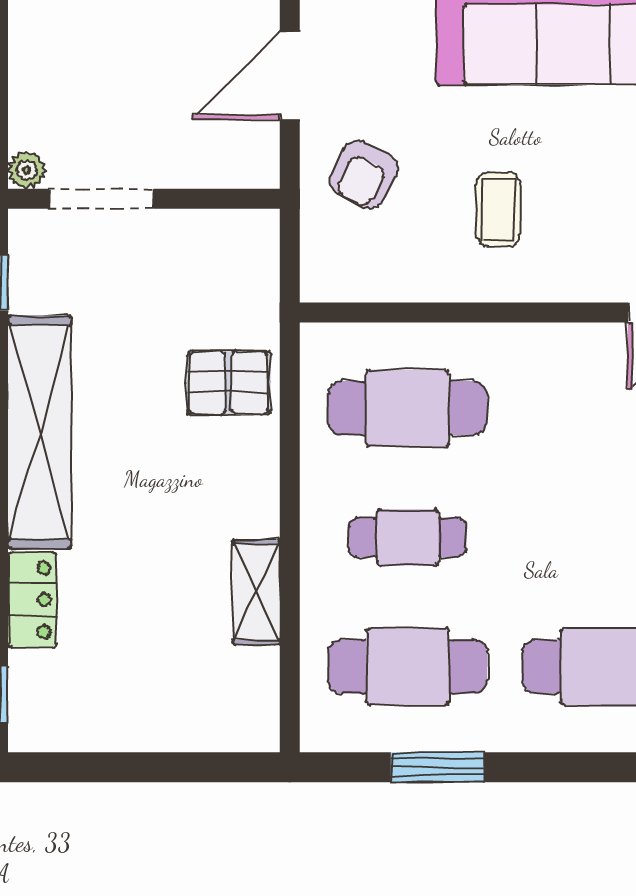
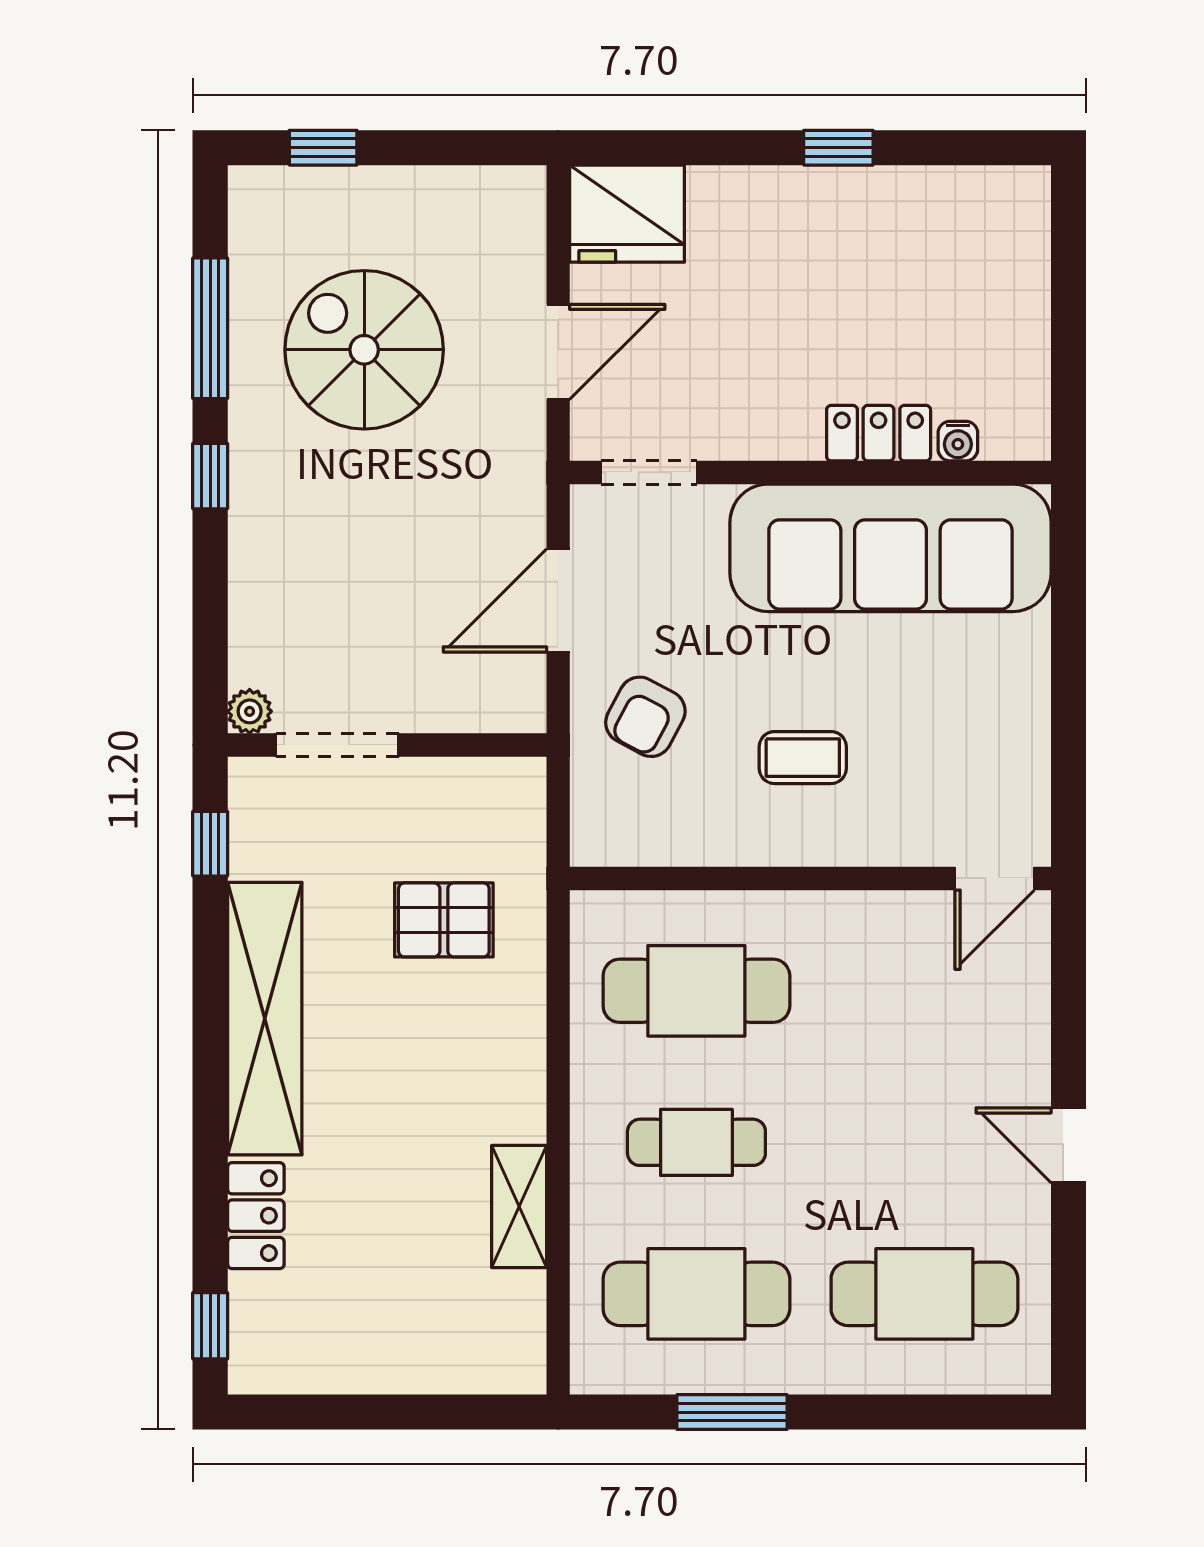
coffee table: (498, 209) -> (803, 758), turned 90
pallet: (229, 383) -> (444, 920), moved

